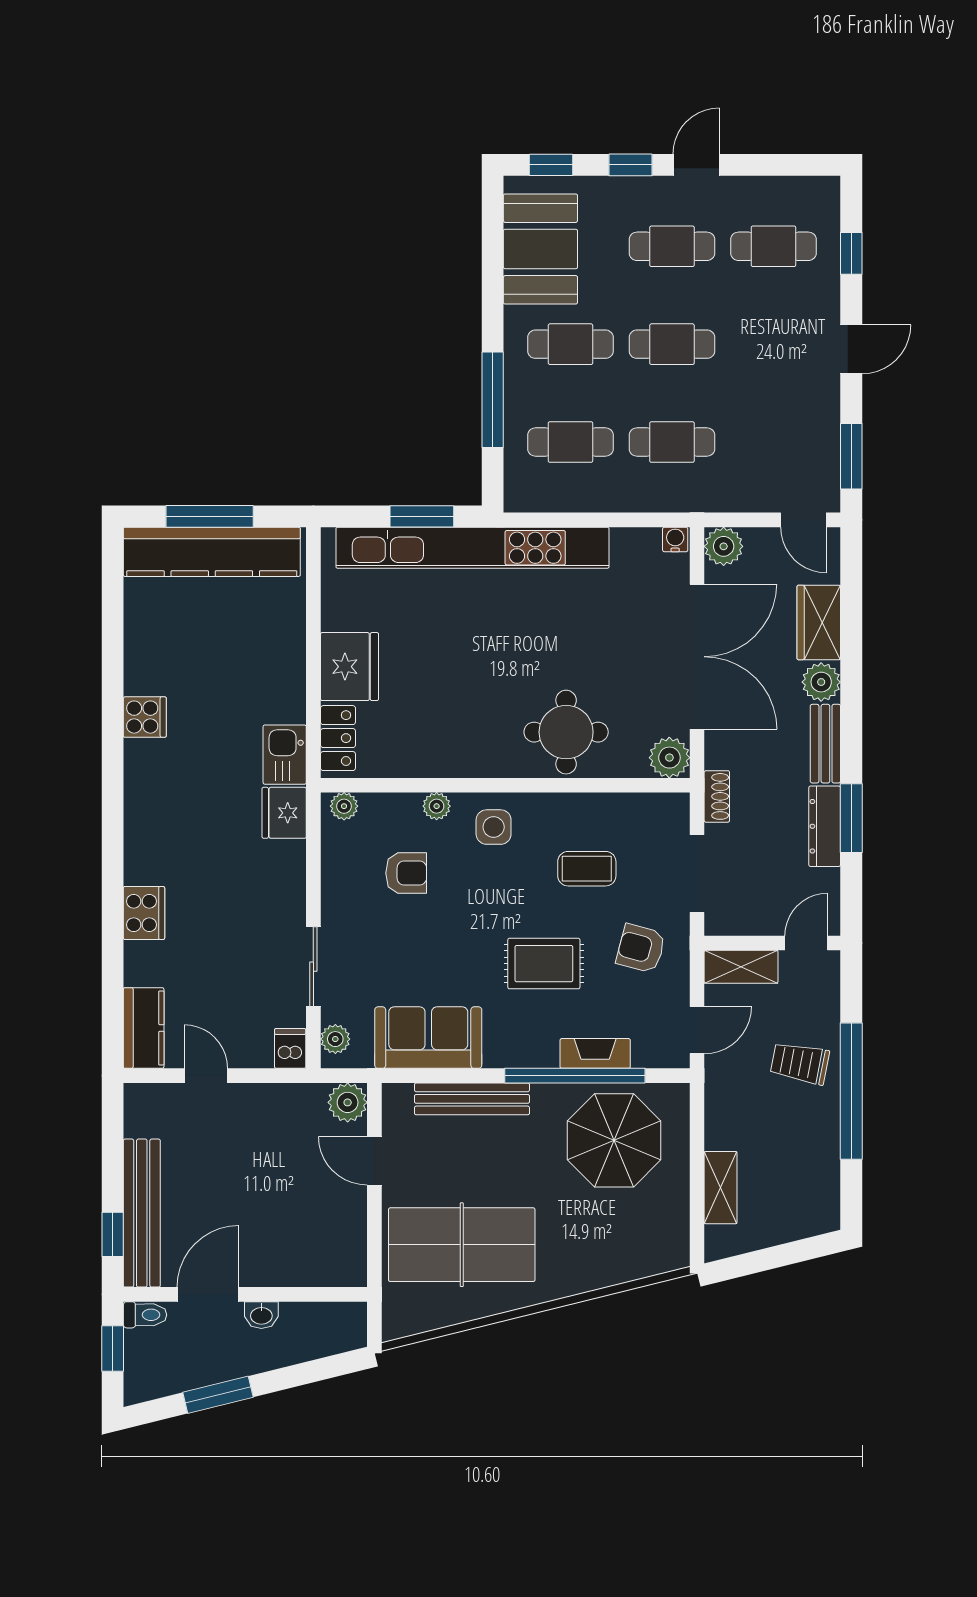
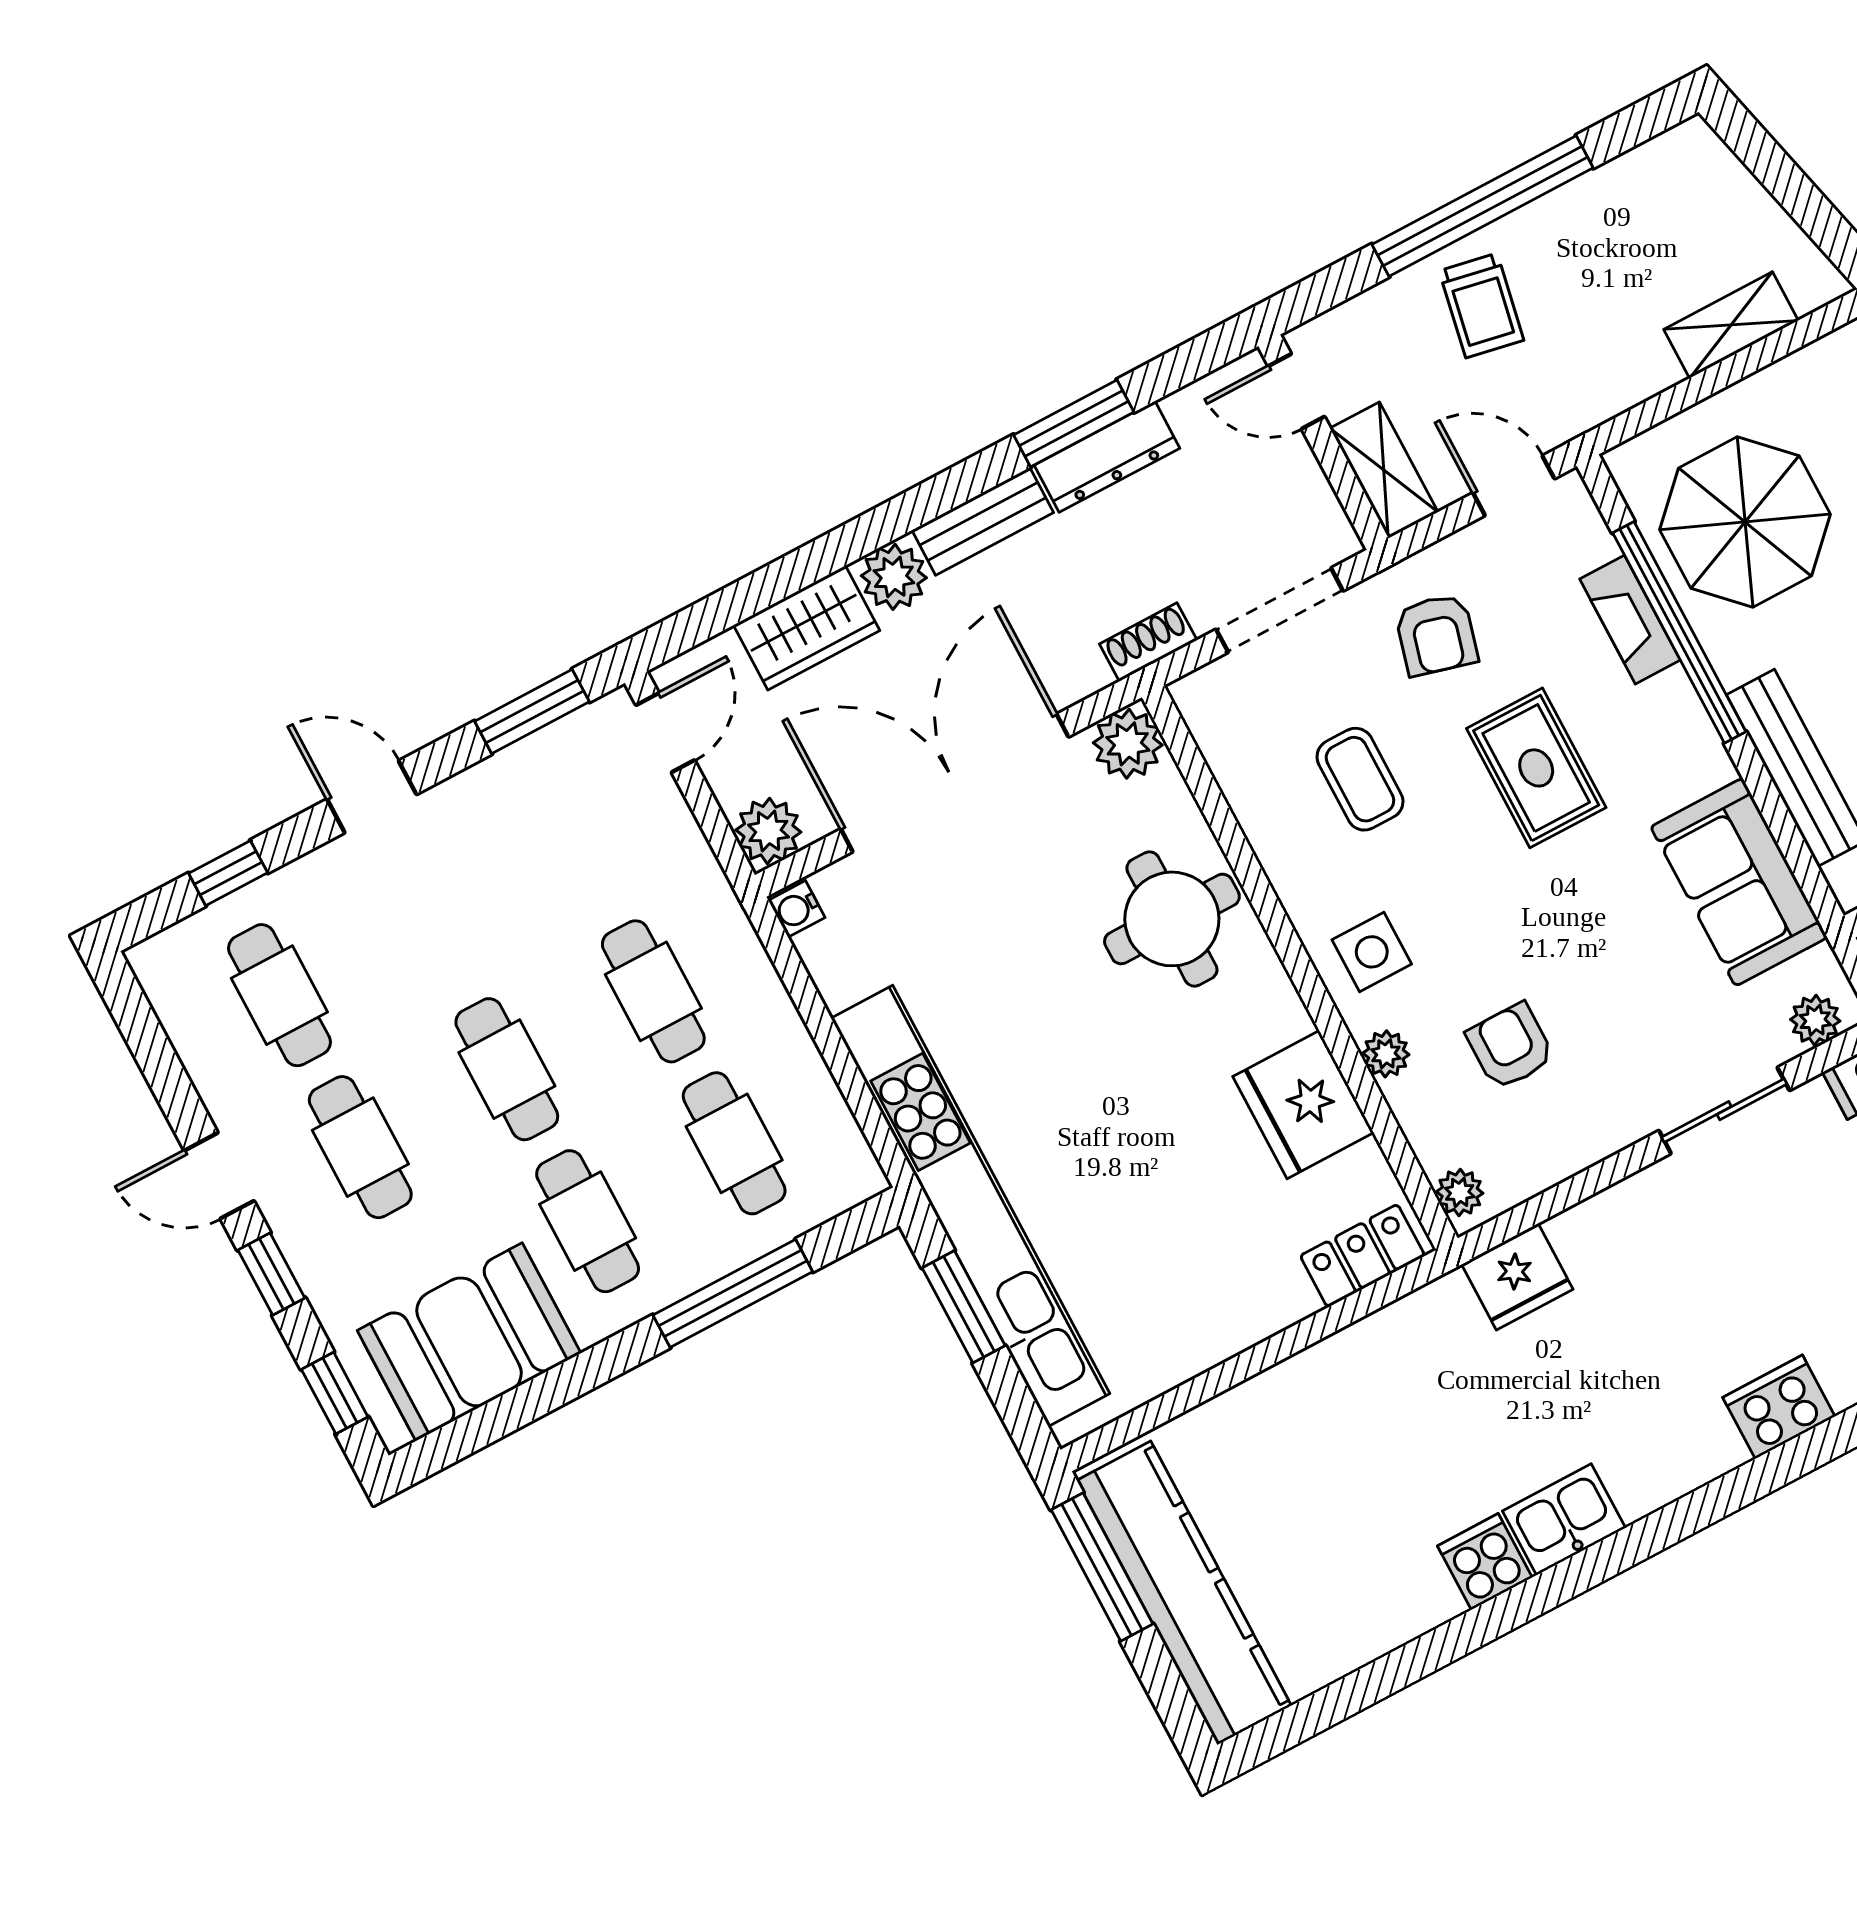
window: (210, 516) -> (1102, 1567), moved
fridge: (350, 667) -> (1303, 1105), moved, turned -90
kitchen sink: (285, 755) -> (1564, 1519), moved, turned 180

